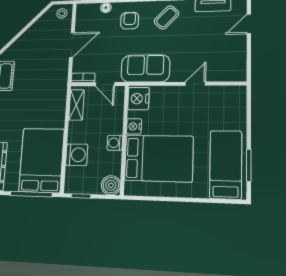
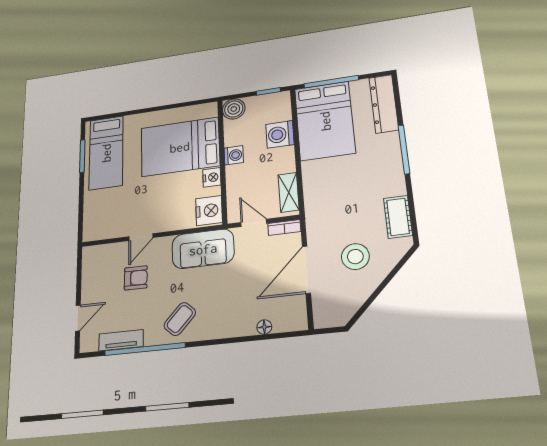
stool: (62, 13) -> (355, 257), moved, width x1.89, depth x1.89
armchair: (130, 21) -> (136, 278), moved, turned -89
door: (72, 45) -> (306, 270), width x1.36

